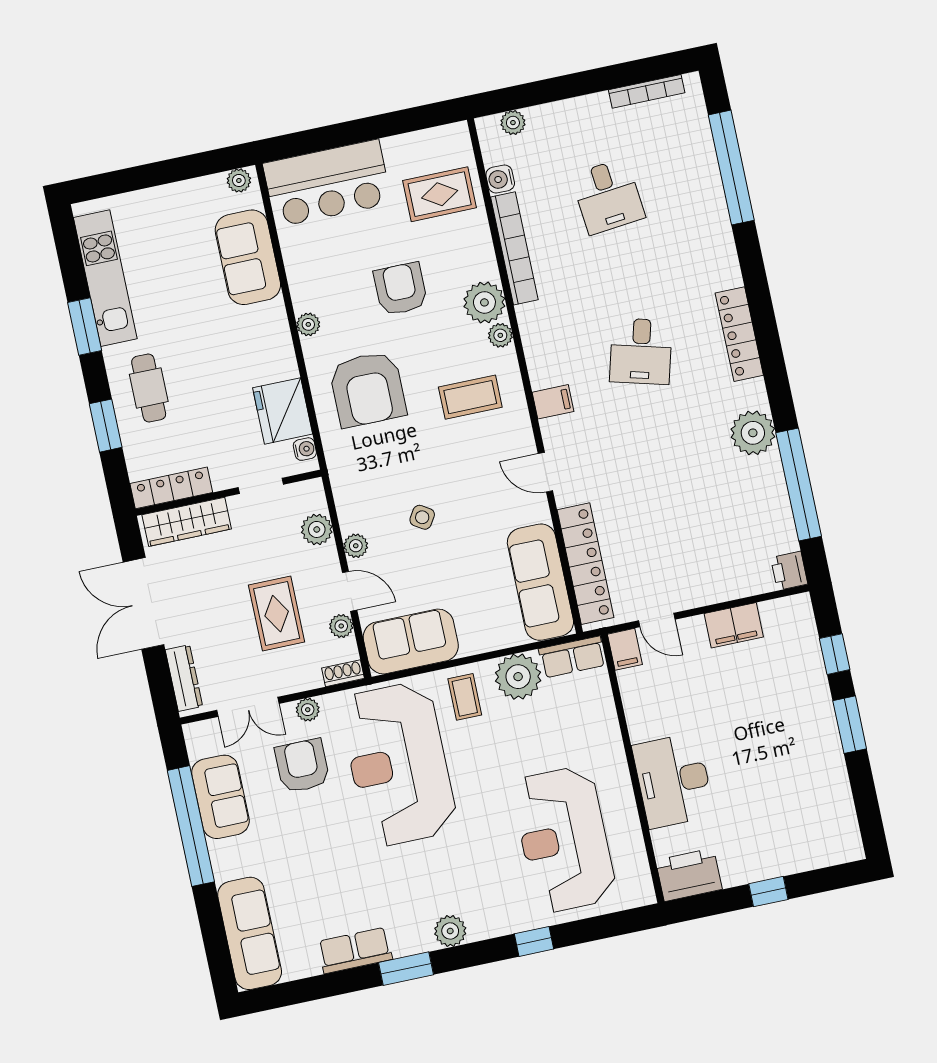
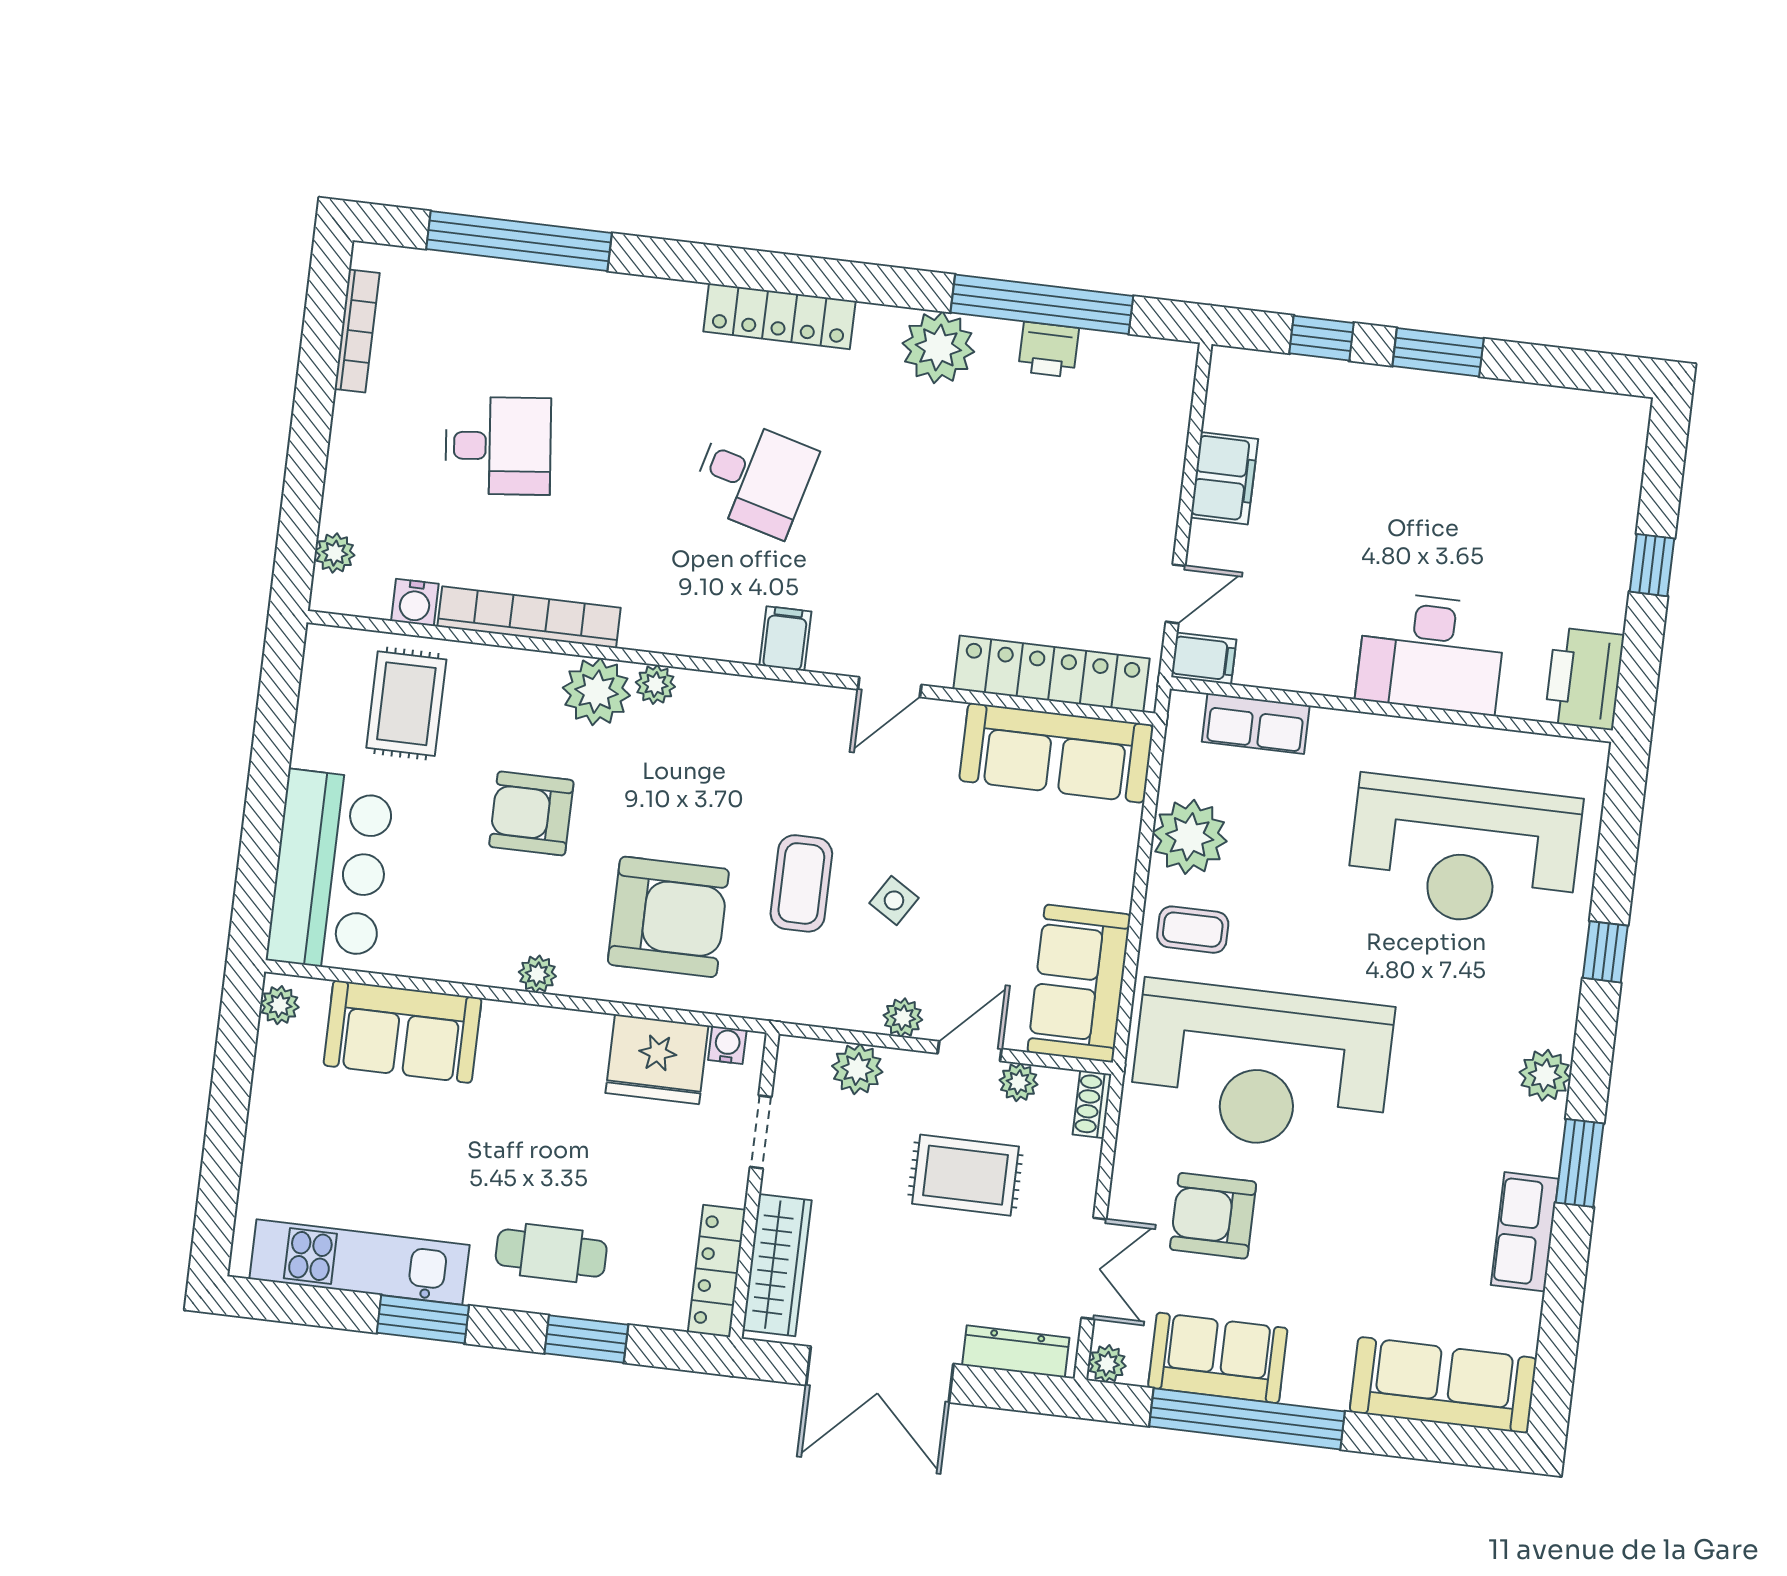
coffee table: (470, 397) -> (801, 883), moved
printer: (789, 571) -> (1049, 350), moved
row of seats: (572, 657) -> (1256, 724), moved, turned 90
plant: (308, 710) -> (1107, 1364), moved

